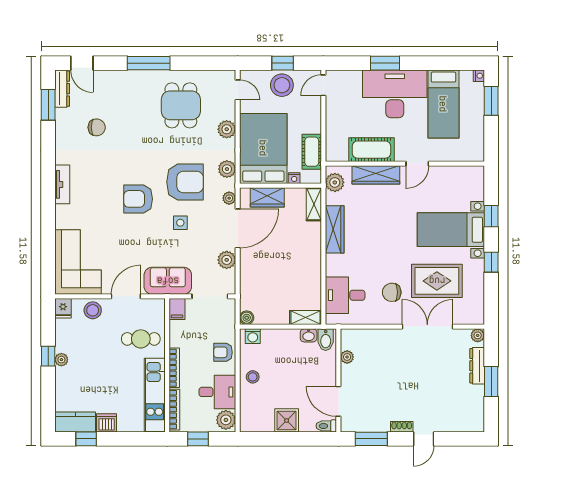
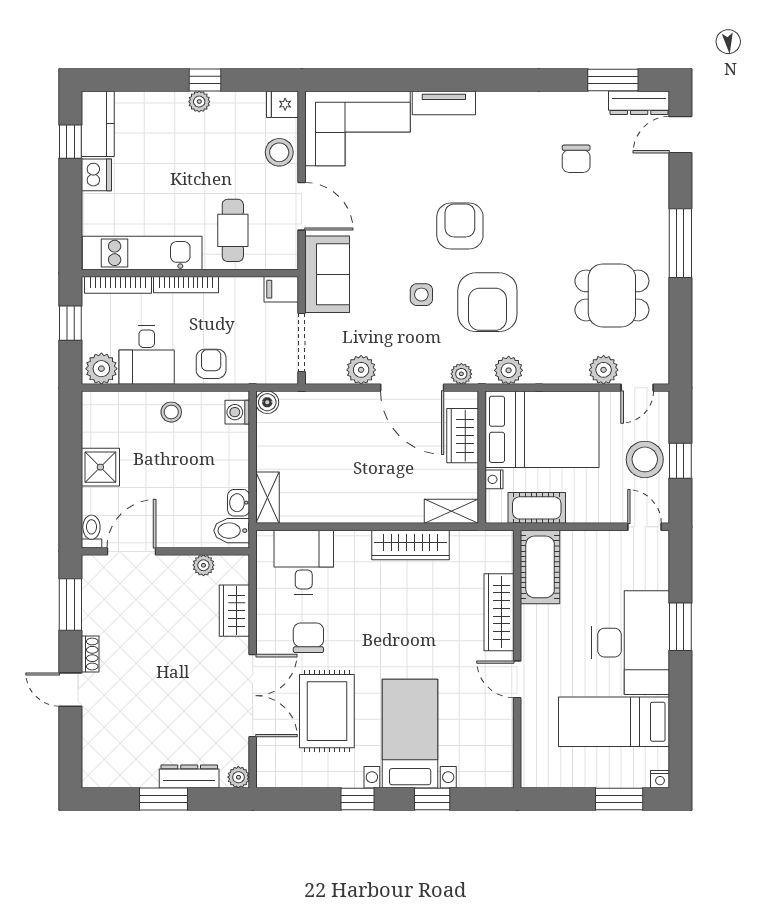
plant: (227, 129) -> (604, 370), moved
cot: (371, 150) -> (540, 567), moved
plant: (335, 182) -> (487, 545), removed
tv unit: (62, 184) -> (444, 103), moved
wardrobe: (375, 338) -> (234, 611), added

